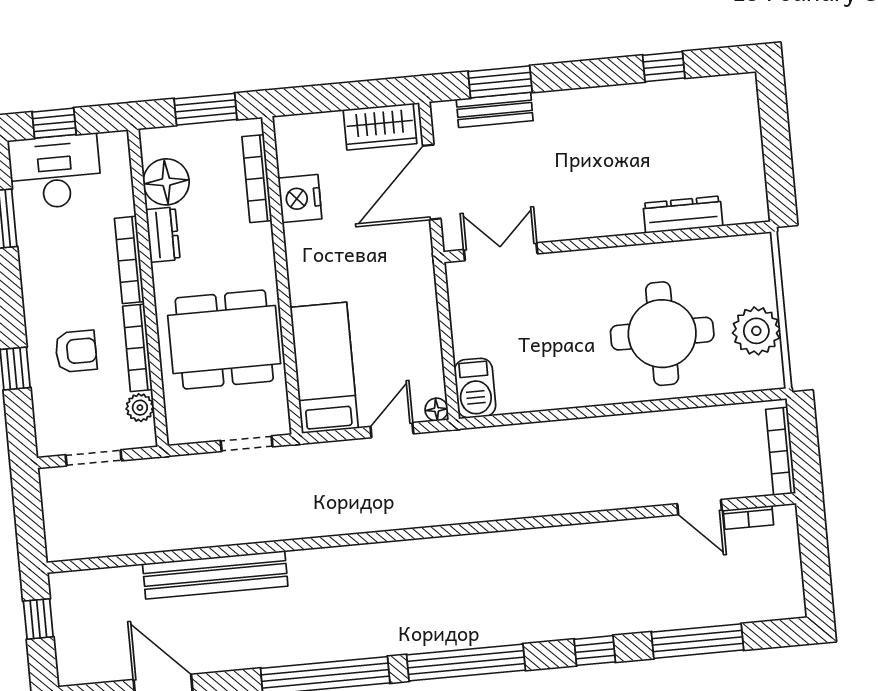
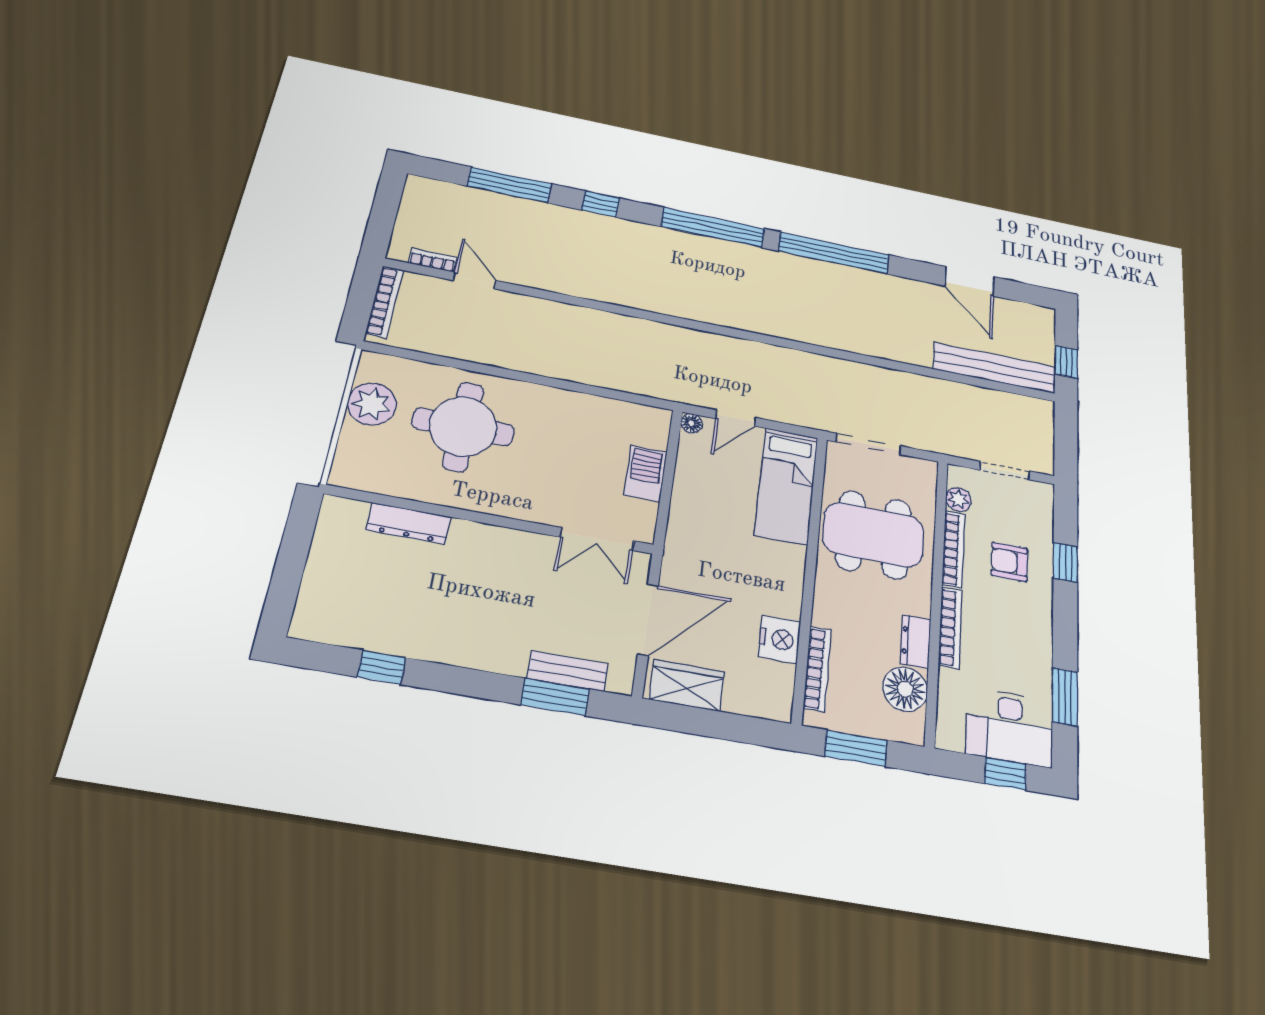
barbecue: (475, 388) -> (645, 473), moved
doorway: (247, 444) -> (868, 444), width x1.38
bench: (215, 575) -> (995, 368), moved

